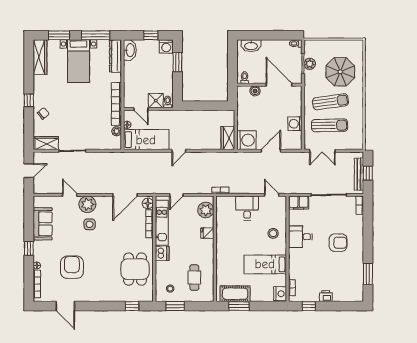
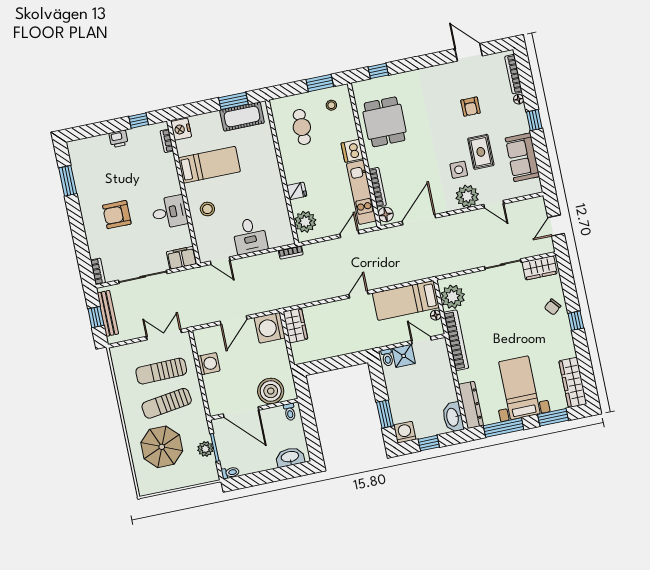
boiler: (255, 91) -> (271, 391), width x1.86, depth x1.86
plant: (117, 131) -> (453, 297), width x1.88, depth x1.88
rug: (71, 234) -> (481, 152), added
armchair: (72, 267) -> (471, 107), width x0.53, depth x0.53

